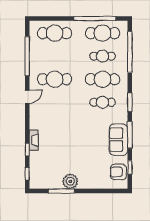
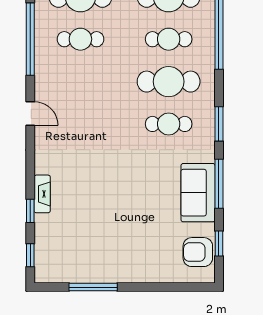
cafe table: (55, 79) -> (80, 39), moved, width x0.73, depth x0.74
door: (27, 97) -> (30, 114), hinge flipped
plant: (70, 181) -> (109, 269), removed

